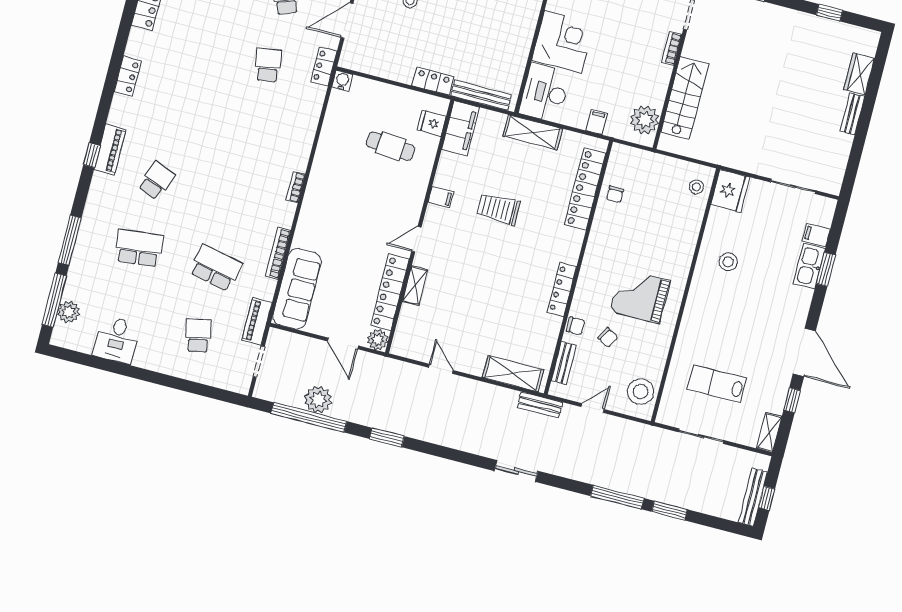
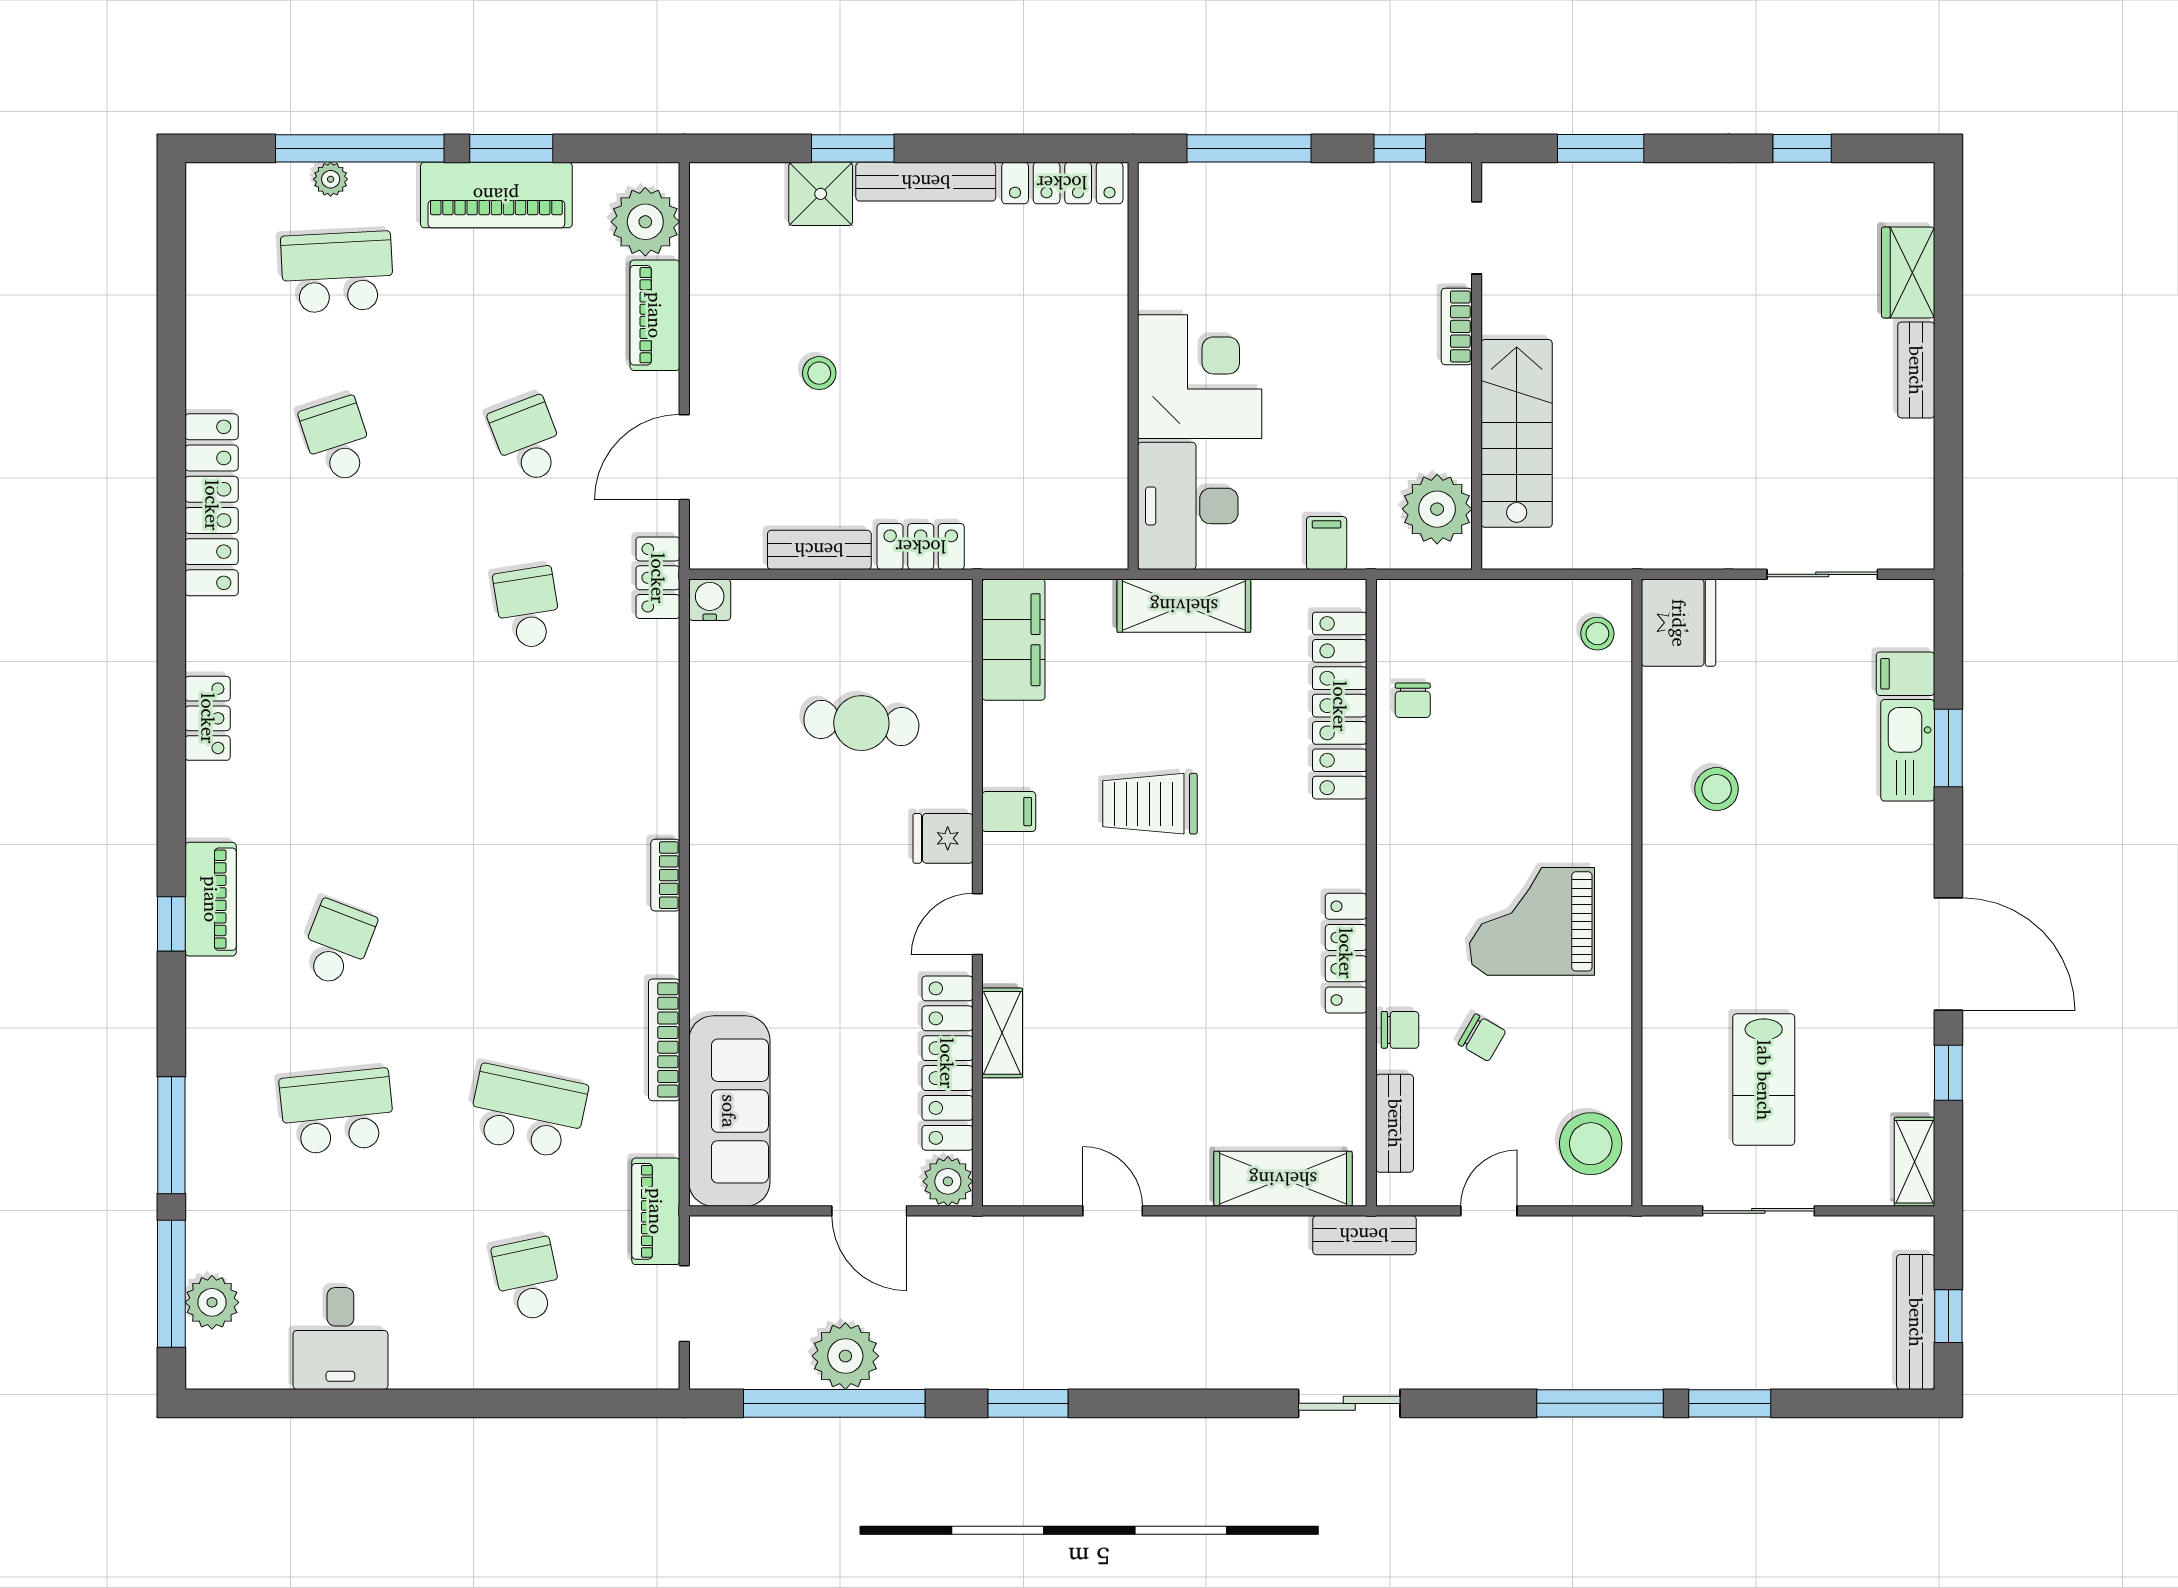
bench: (481, 95) -> (819, 550), moved, width x0.73
fridge: (432, 123) -> (943, 838), moved
lab bench: (717, 384) -> (1764, 1080), turned -90

